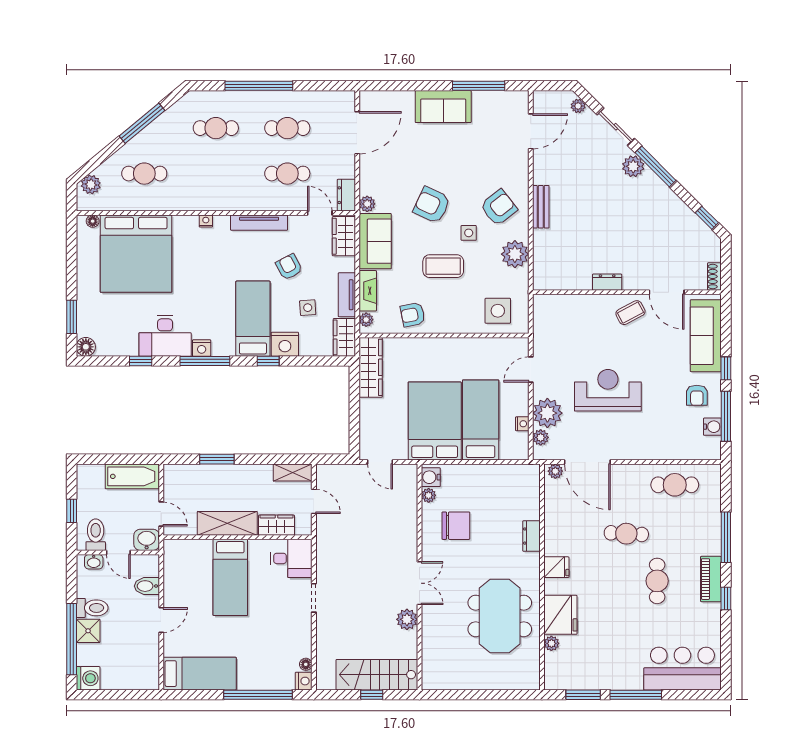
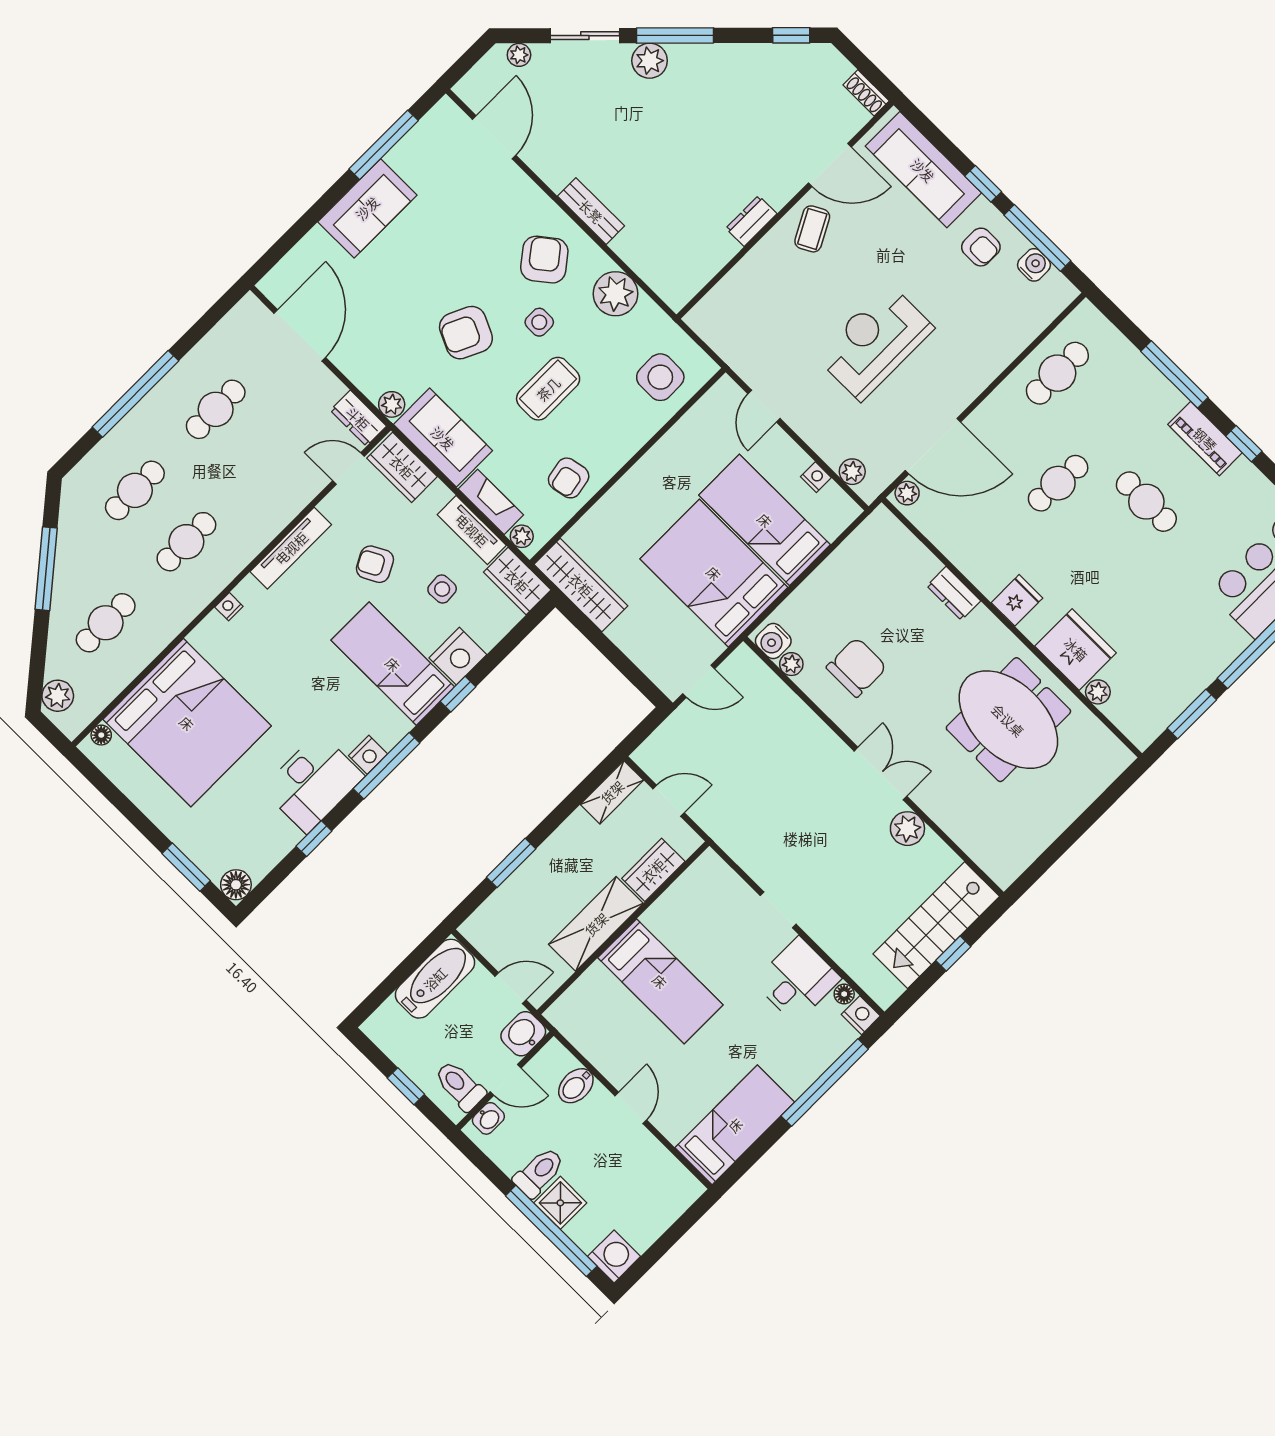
cafe table: (287, 174) -> (186, 542), moved
plant: (547, 413) -> (832, 436), removed
desk: (291, 558) -> (797, 980), moved

